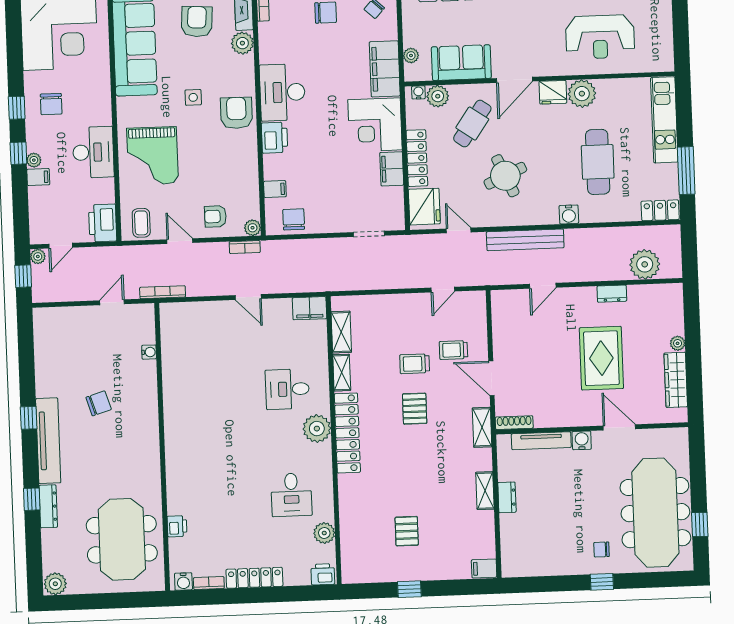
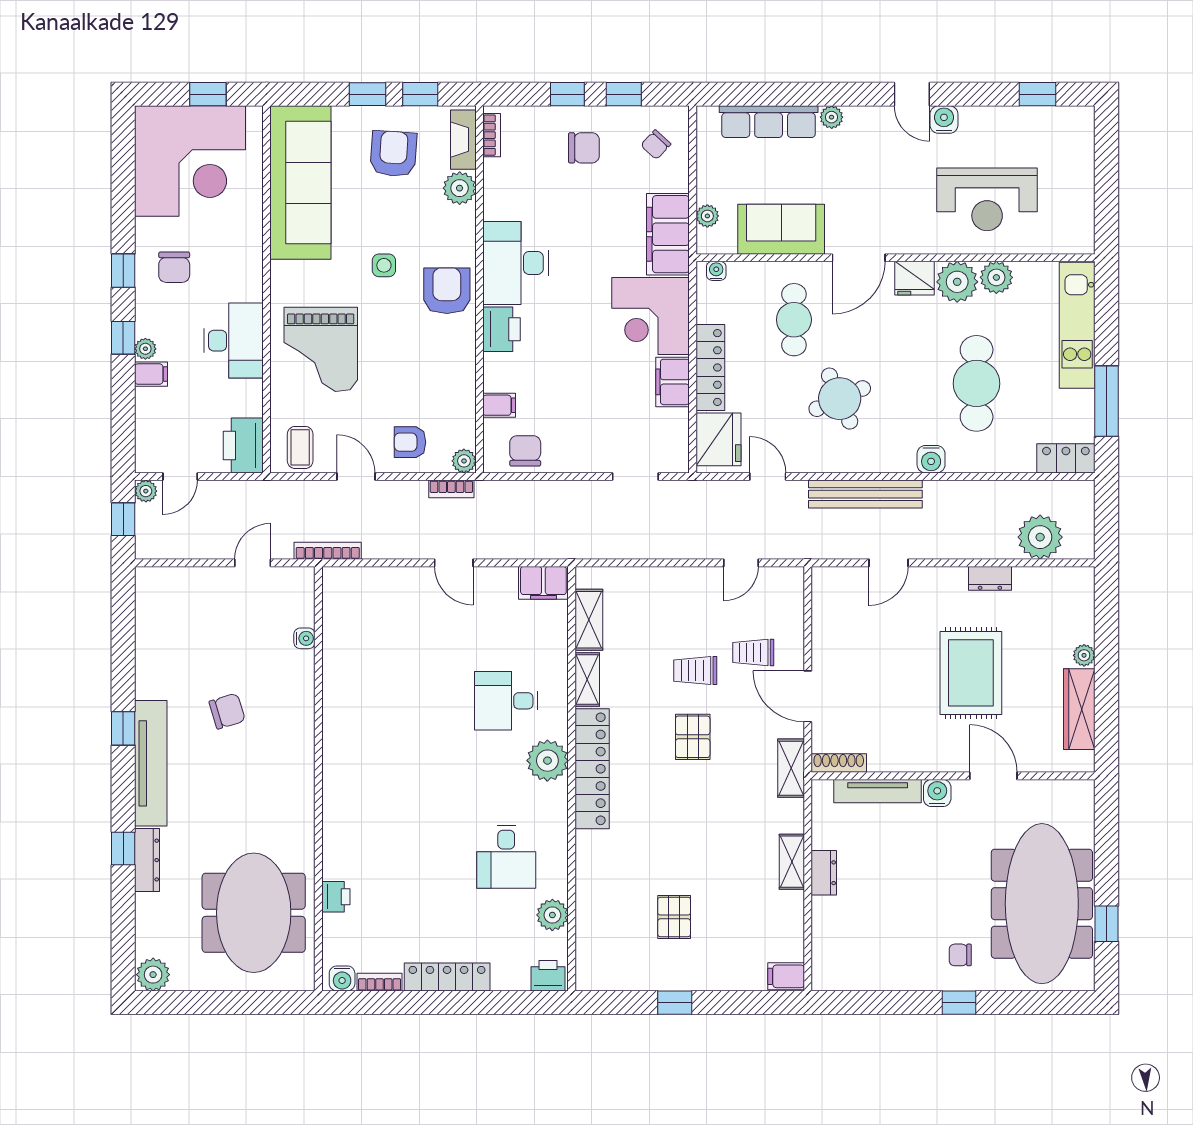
plant: (438, 96) -> (996, 277), moved
cafe table: (472, 124) -> (794, 320), turned -35

